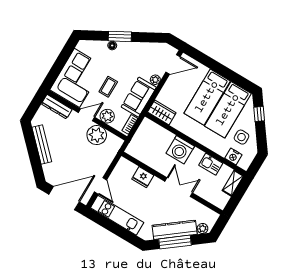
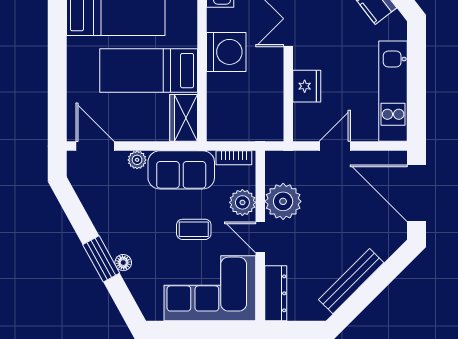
bed: (207, 97) -> (149, 71), moved, turned 180
door: (101, 186) -> (335, 146), moved

